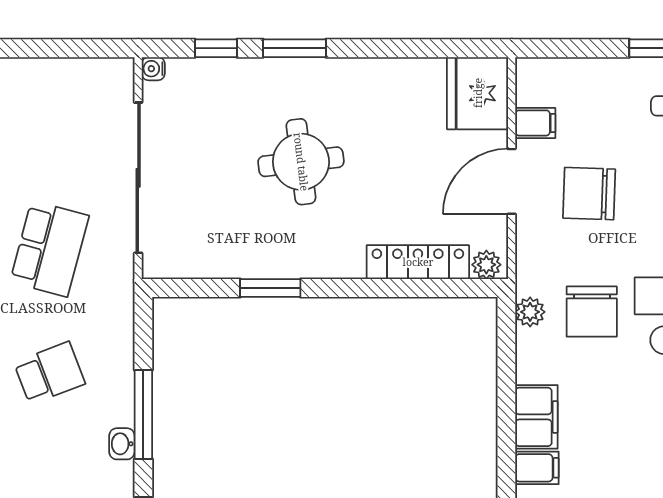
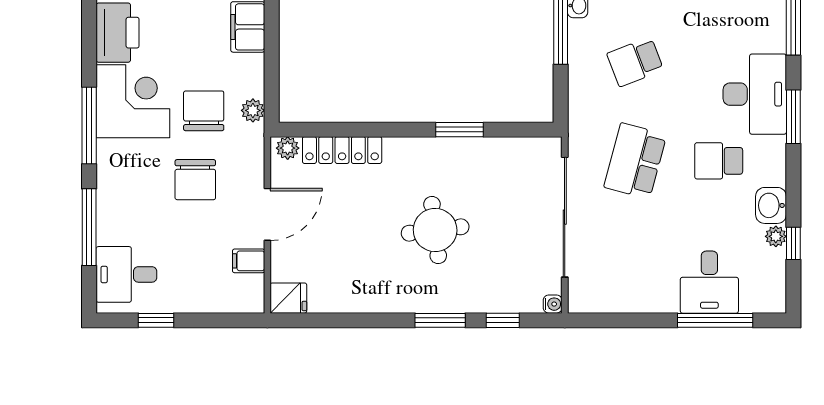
fridge: (478, 93) -> (288, 298), width x0.53, depth x0.75
chair: (589, 194) -> (195, 180), moved, turned 88

